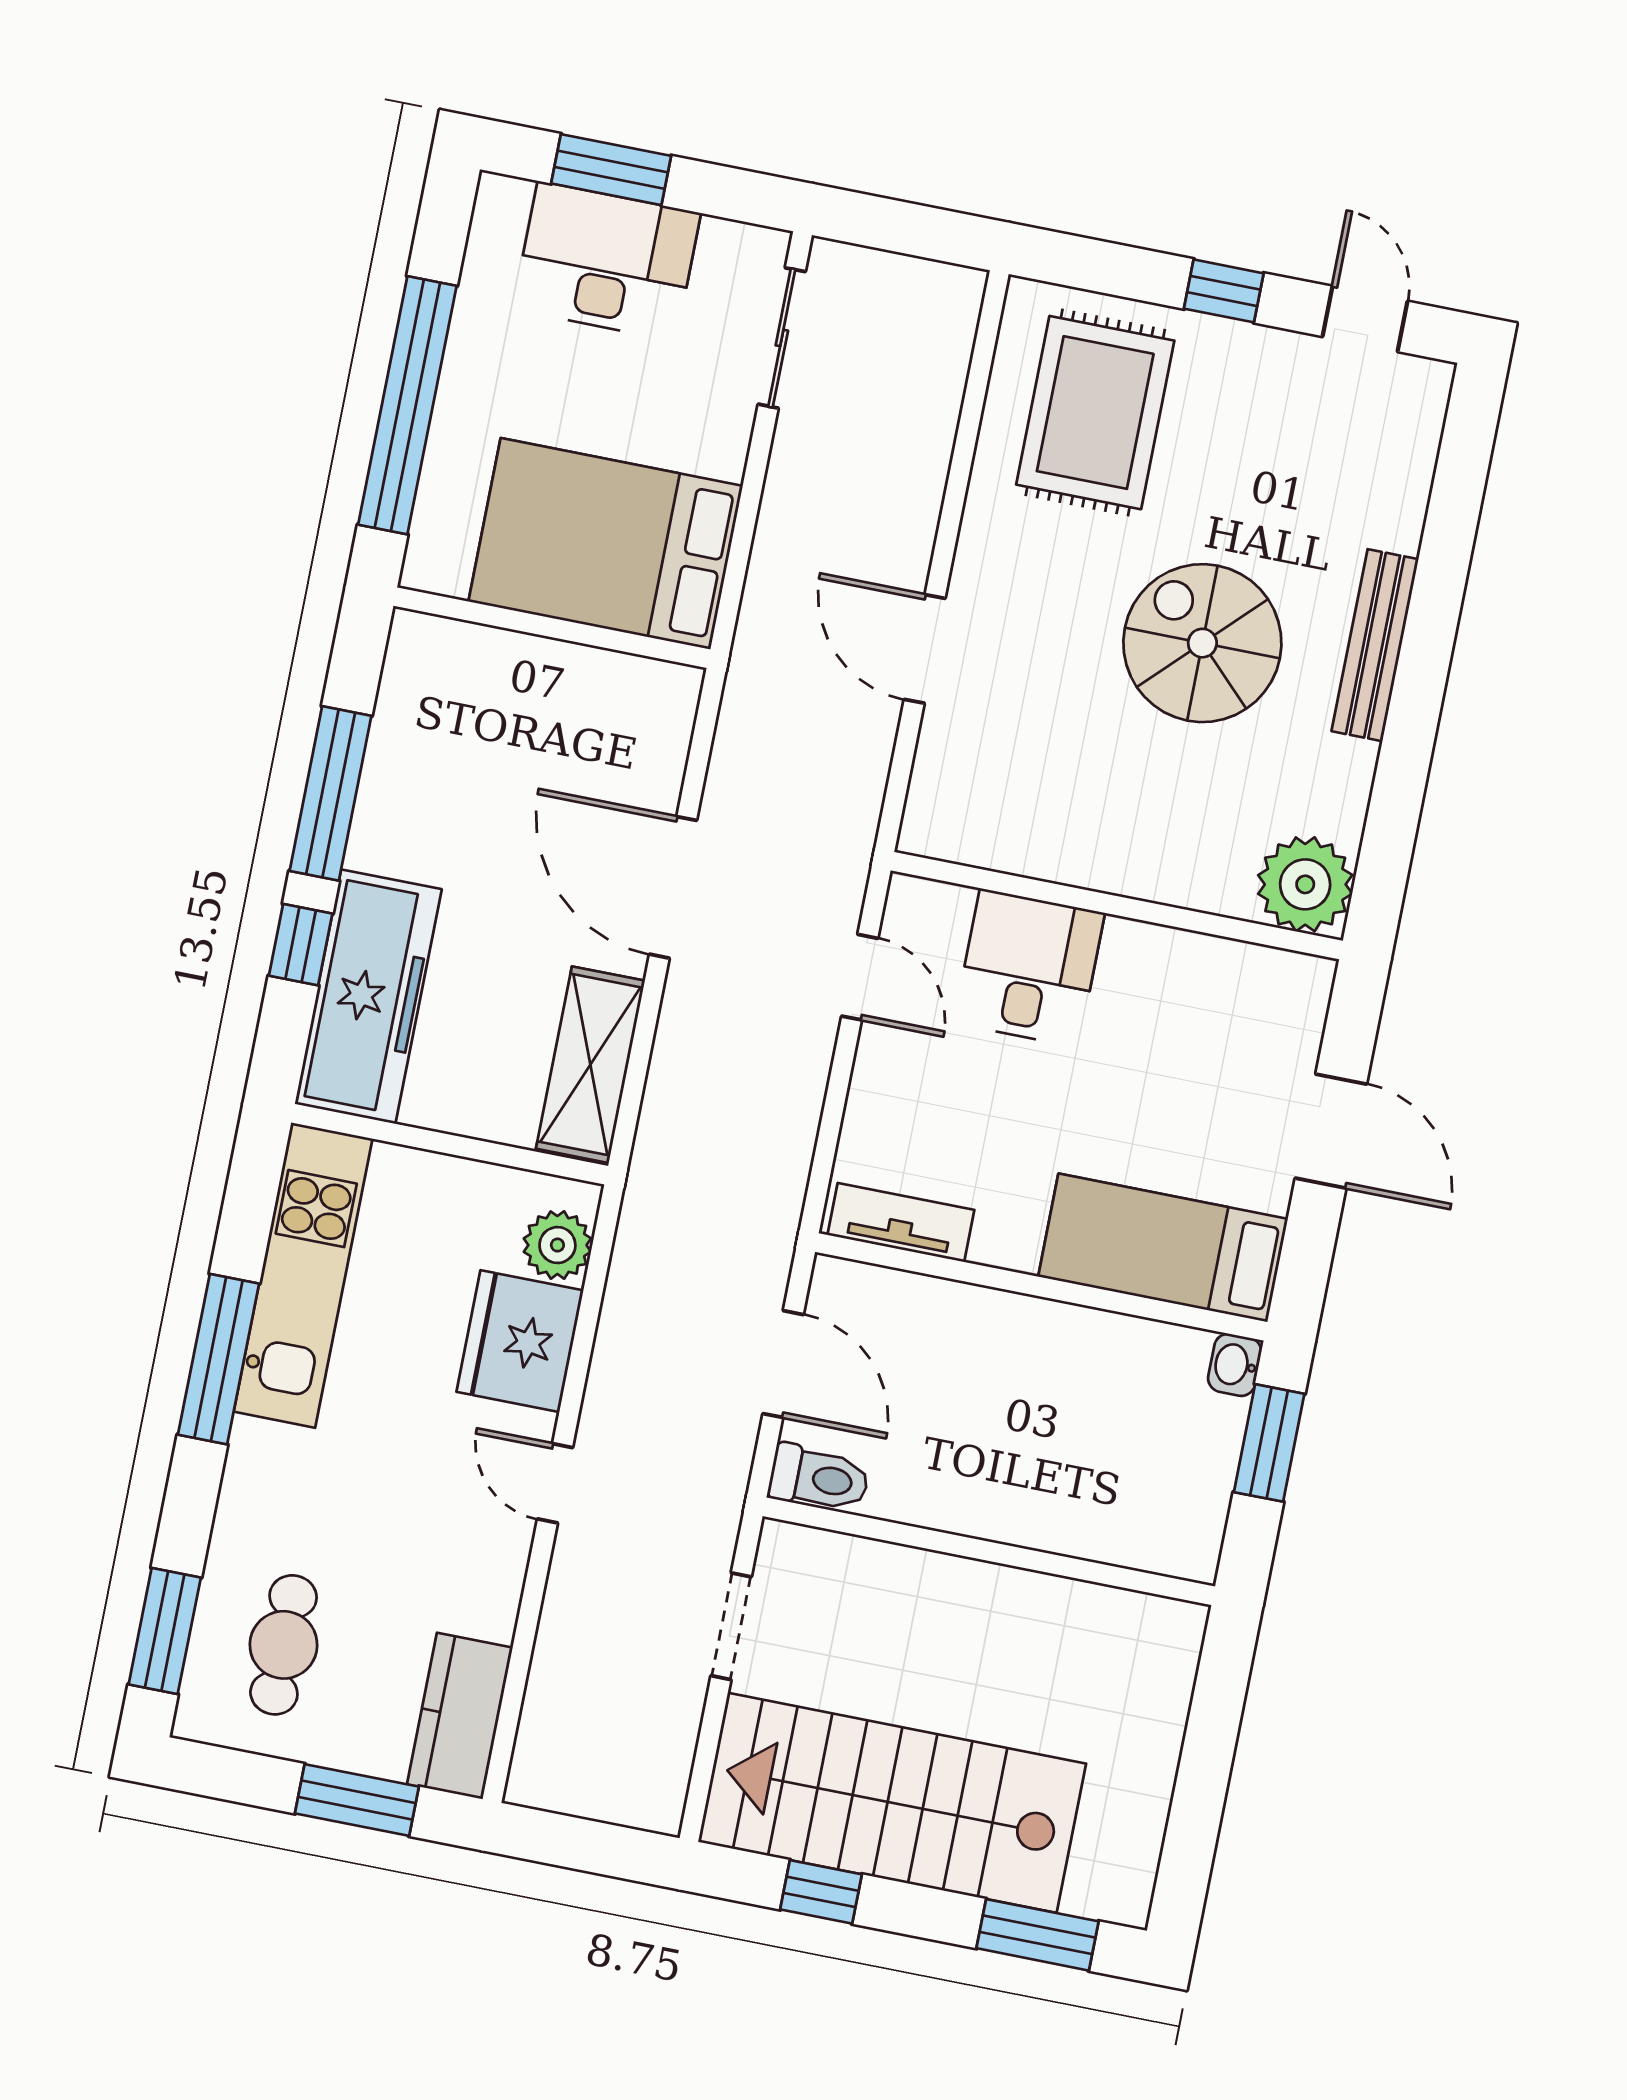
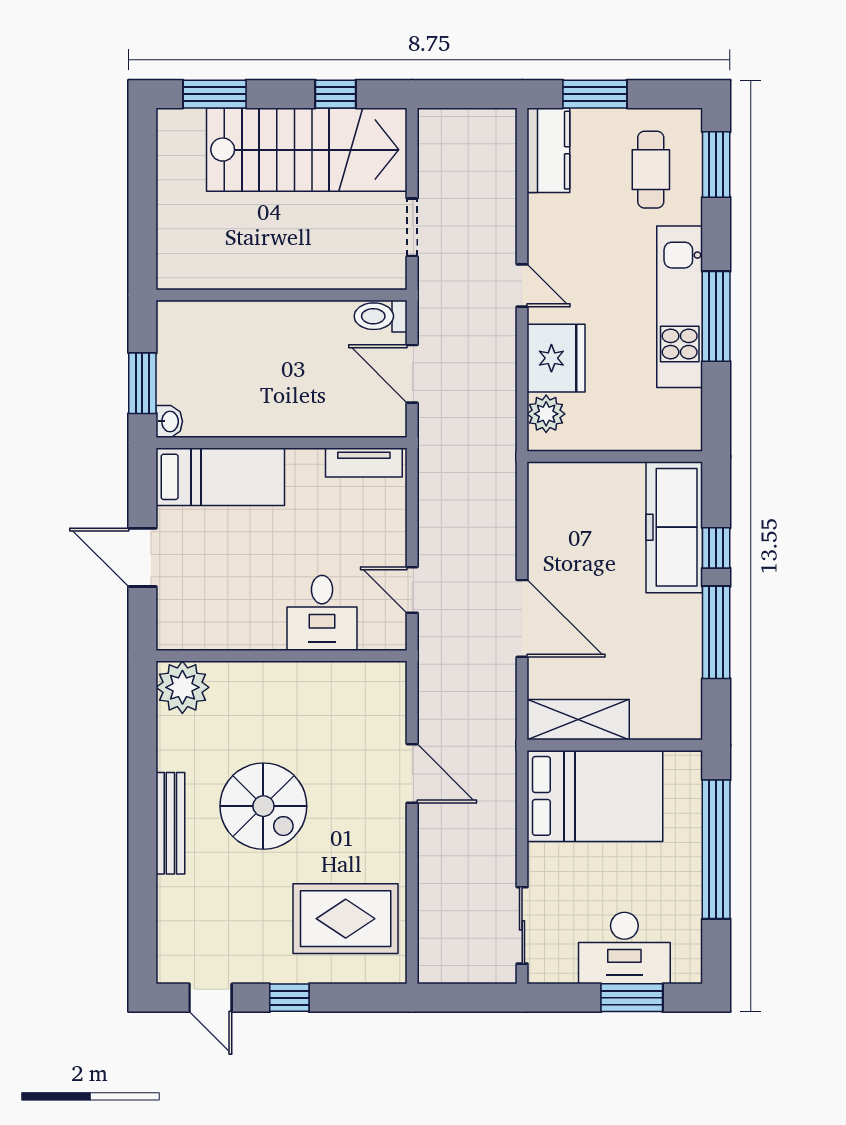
rug: (1095, 413) -> (346, 919), turned 90
shelving: (590, 1065) -> (578, 720), moved, turned 90
kitchen unit: (303, 1275) -> (680, 307), moved

